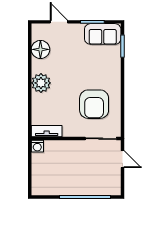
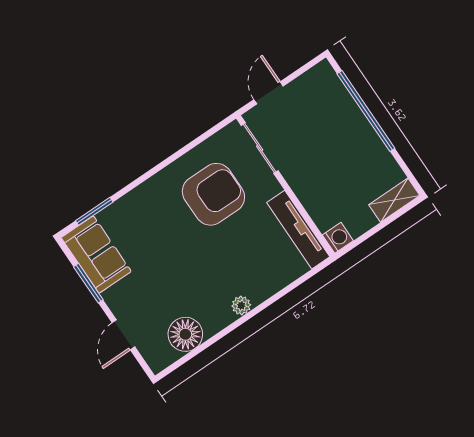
plant: (41, 83) -> (241, 305), width x0.53, depth x0.53
tv unit: (47, 131) -> (298, 230), width x1.41
shelving: (37, 183) -> (394, 200), added

